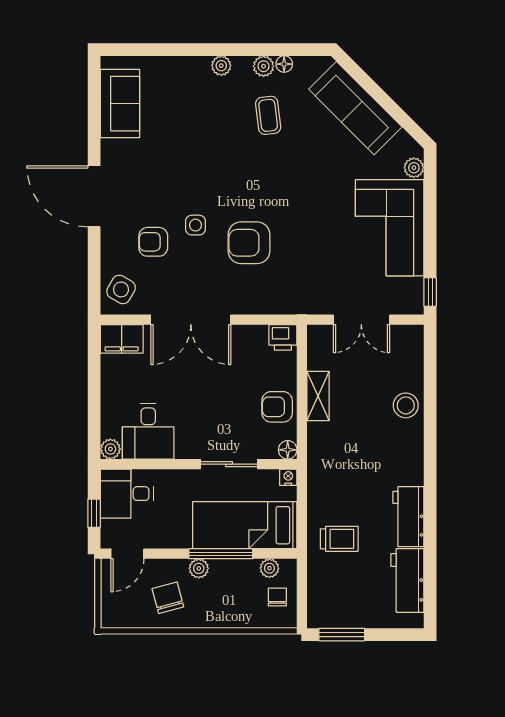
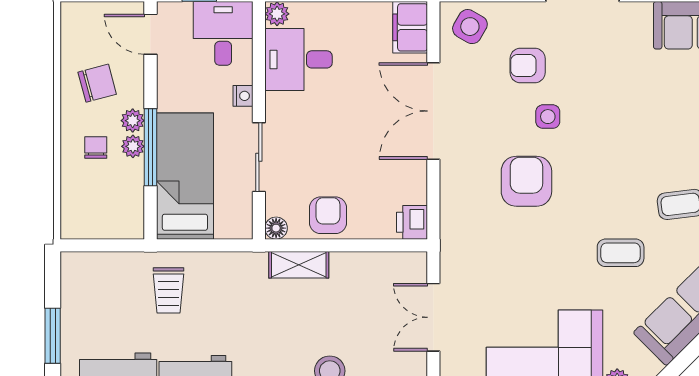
coffee table: (308, 165) -> (621, 253), added
armchair: (153, 242) -> (528, 65), turned -90
shelving: (318, 396) -> (299, 265), moved
nightstand: (288, 477) -> (243, 96), moved
plant: (269, 568) -> (133, 146), moved
chair: (277, 597) -> (96, 147), moved, turned -90
window: (342, 635) -> (53, 336), moved

